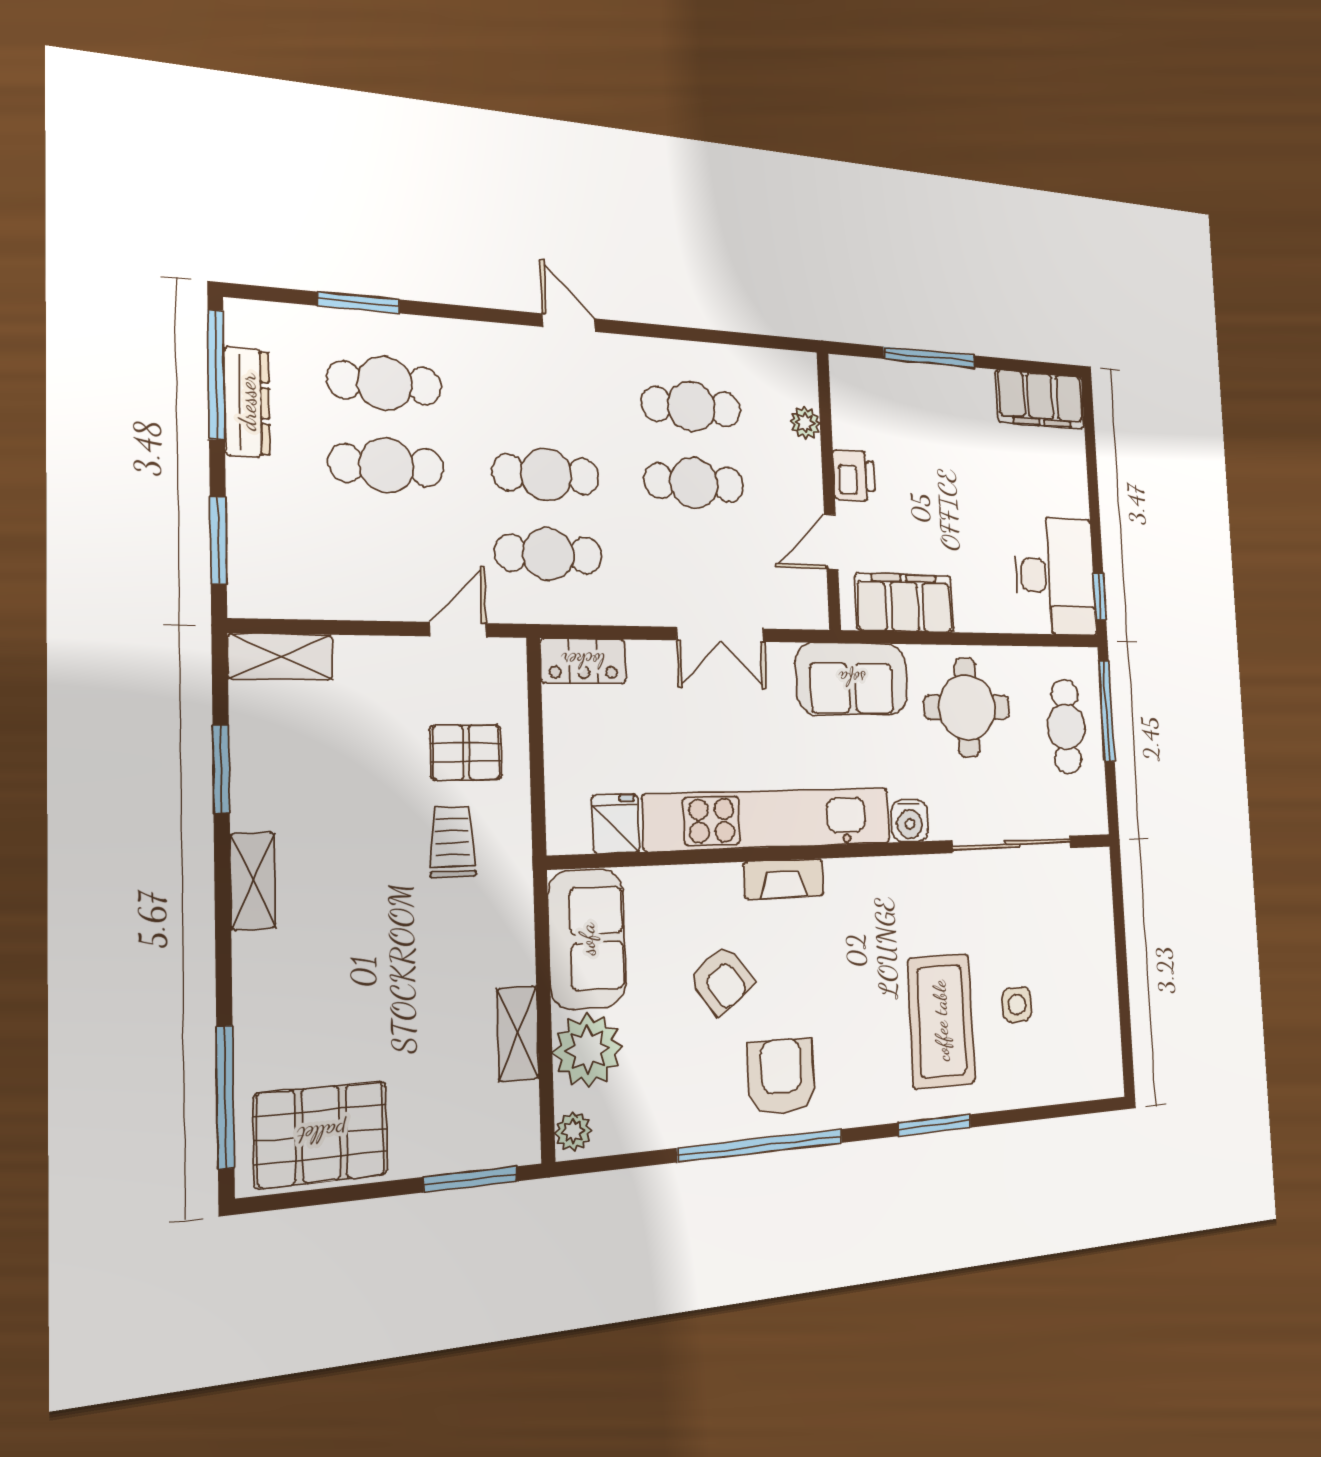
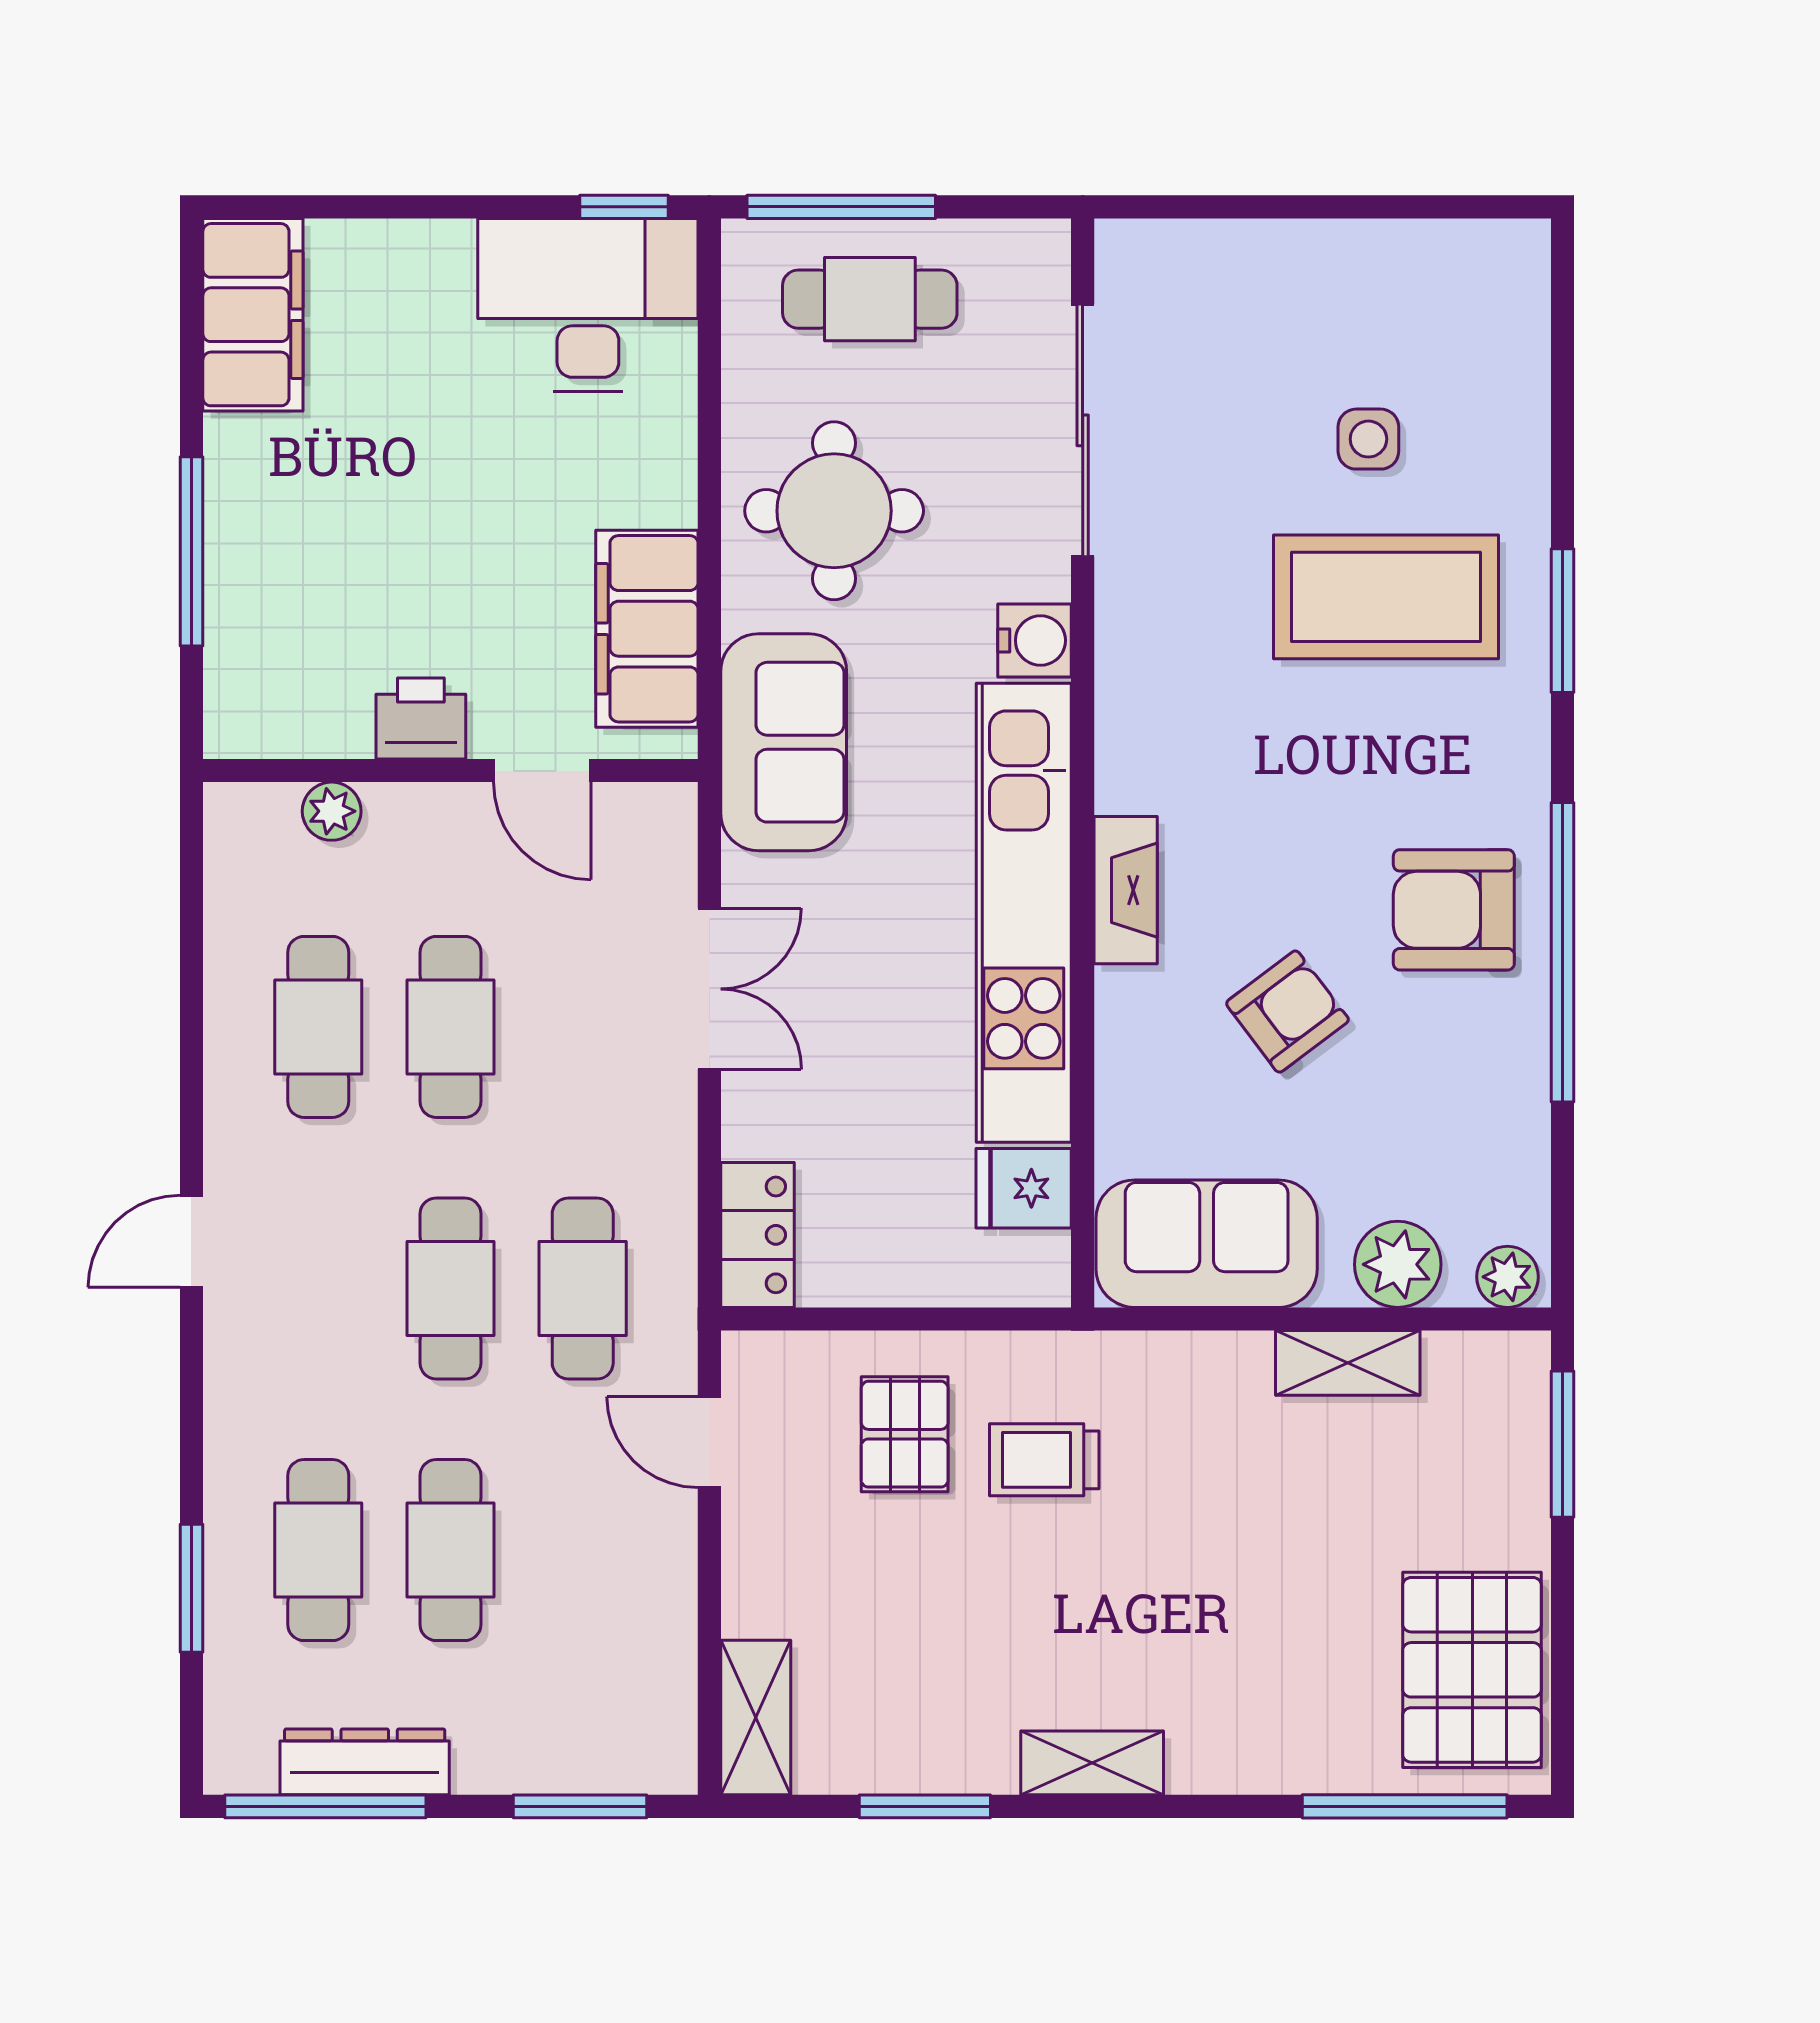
plant: (588, 1050) -> (1398, 1264), width x0.73, depth x0.73

